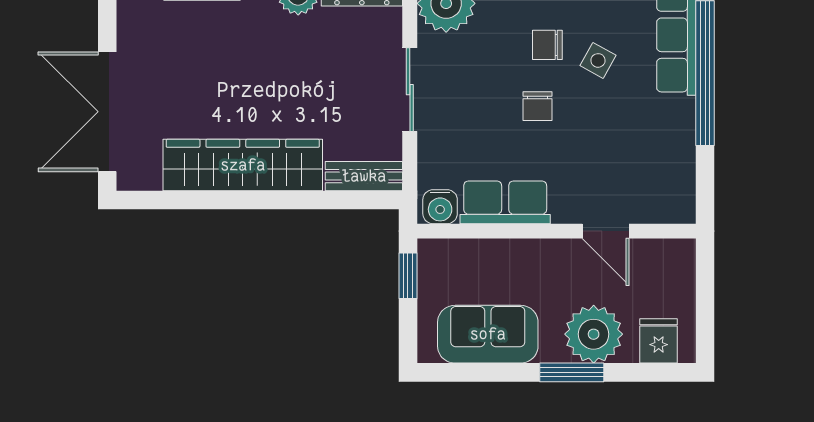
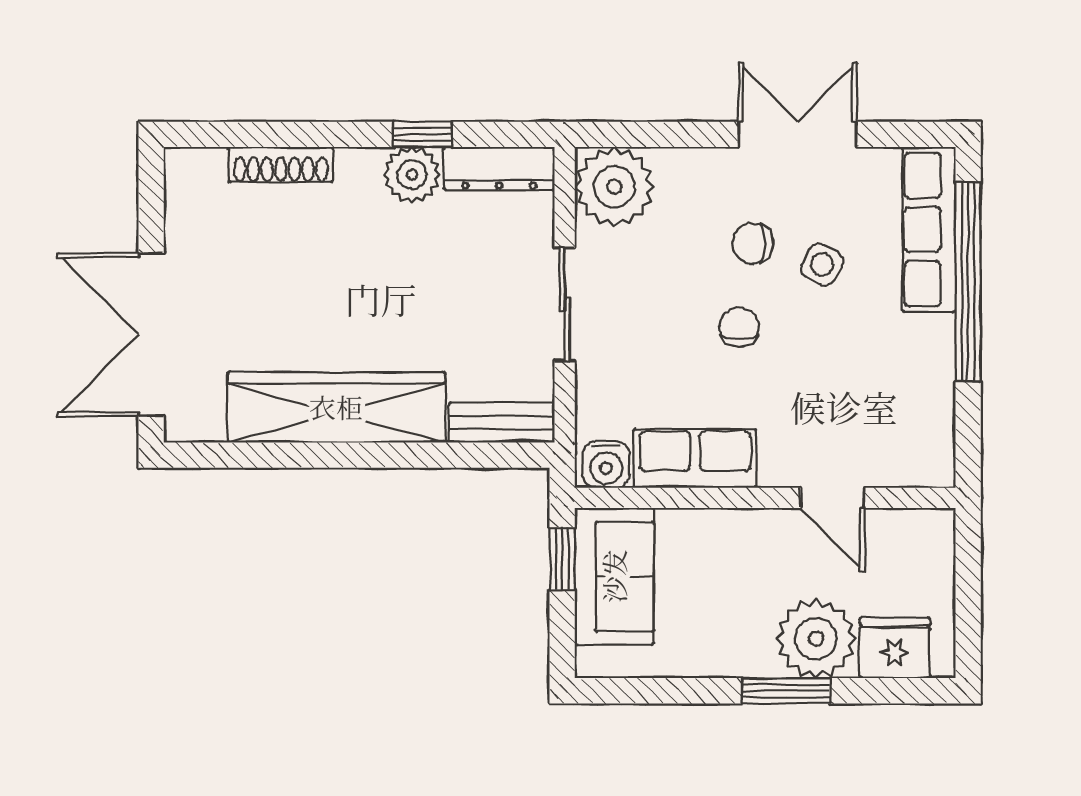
chair: (538, 106) -> (739, 327), turned 180
sofa: (488, 334) -> (614, 576), moved, turned 90
fridge: (659, 341) -> (895, 648), width x1.38

